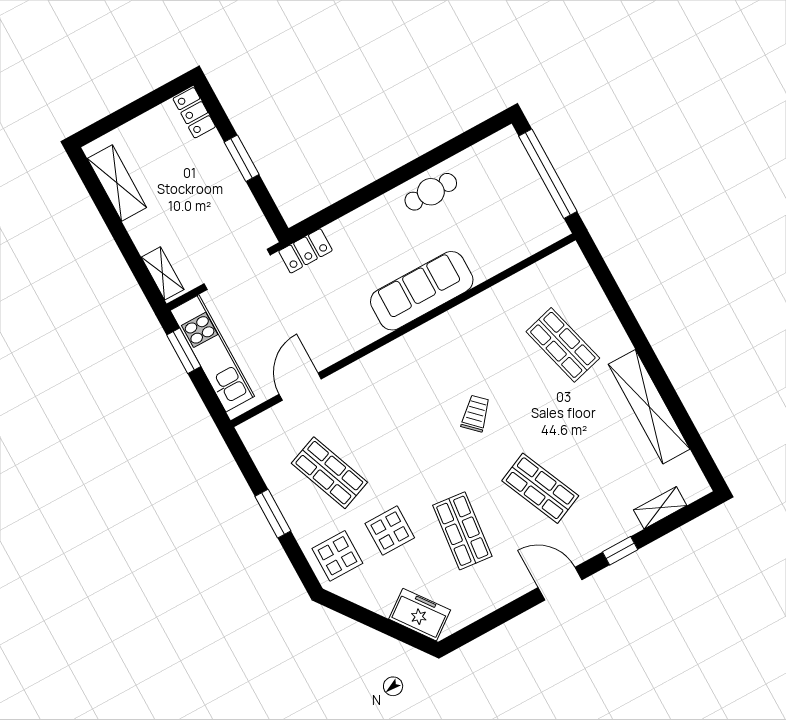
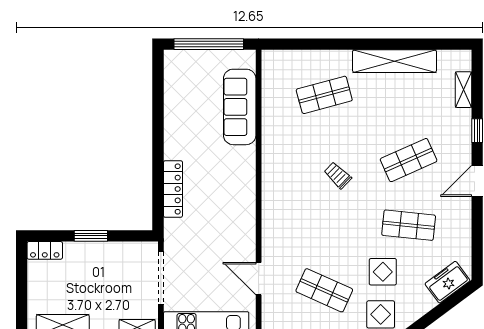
cafe table: (431, 192) -> (179, 126), removed
locker: (305, 251) -> (173, 189), moved, width x1.53
sofa: (422, 291) -> (240, 107), moved
shop shelf: (329, 473) -> (324, 290), turned 45

